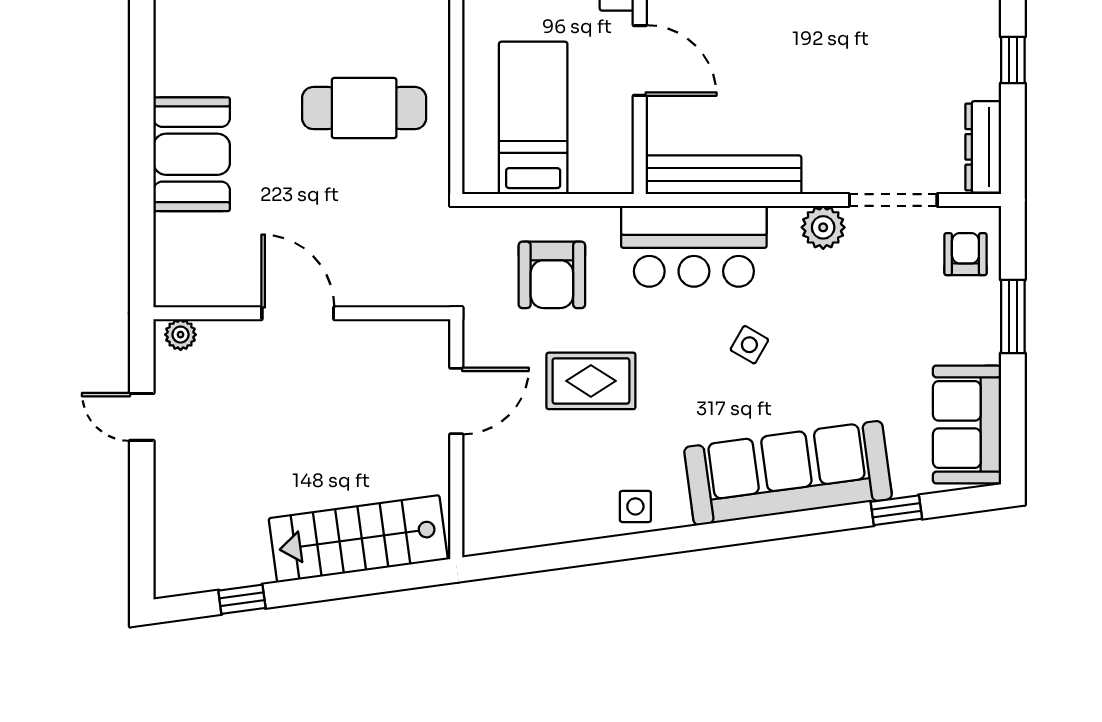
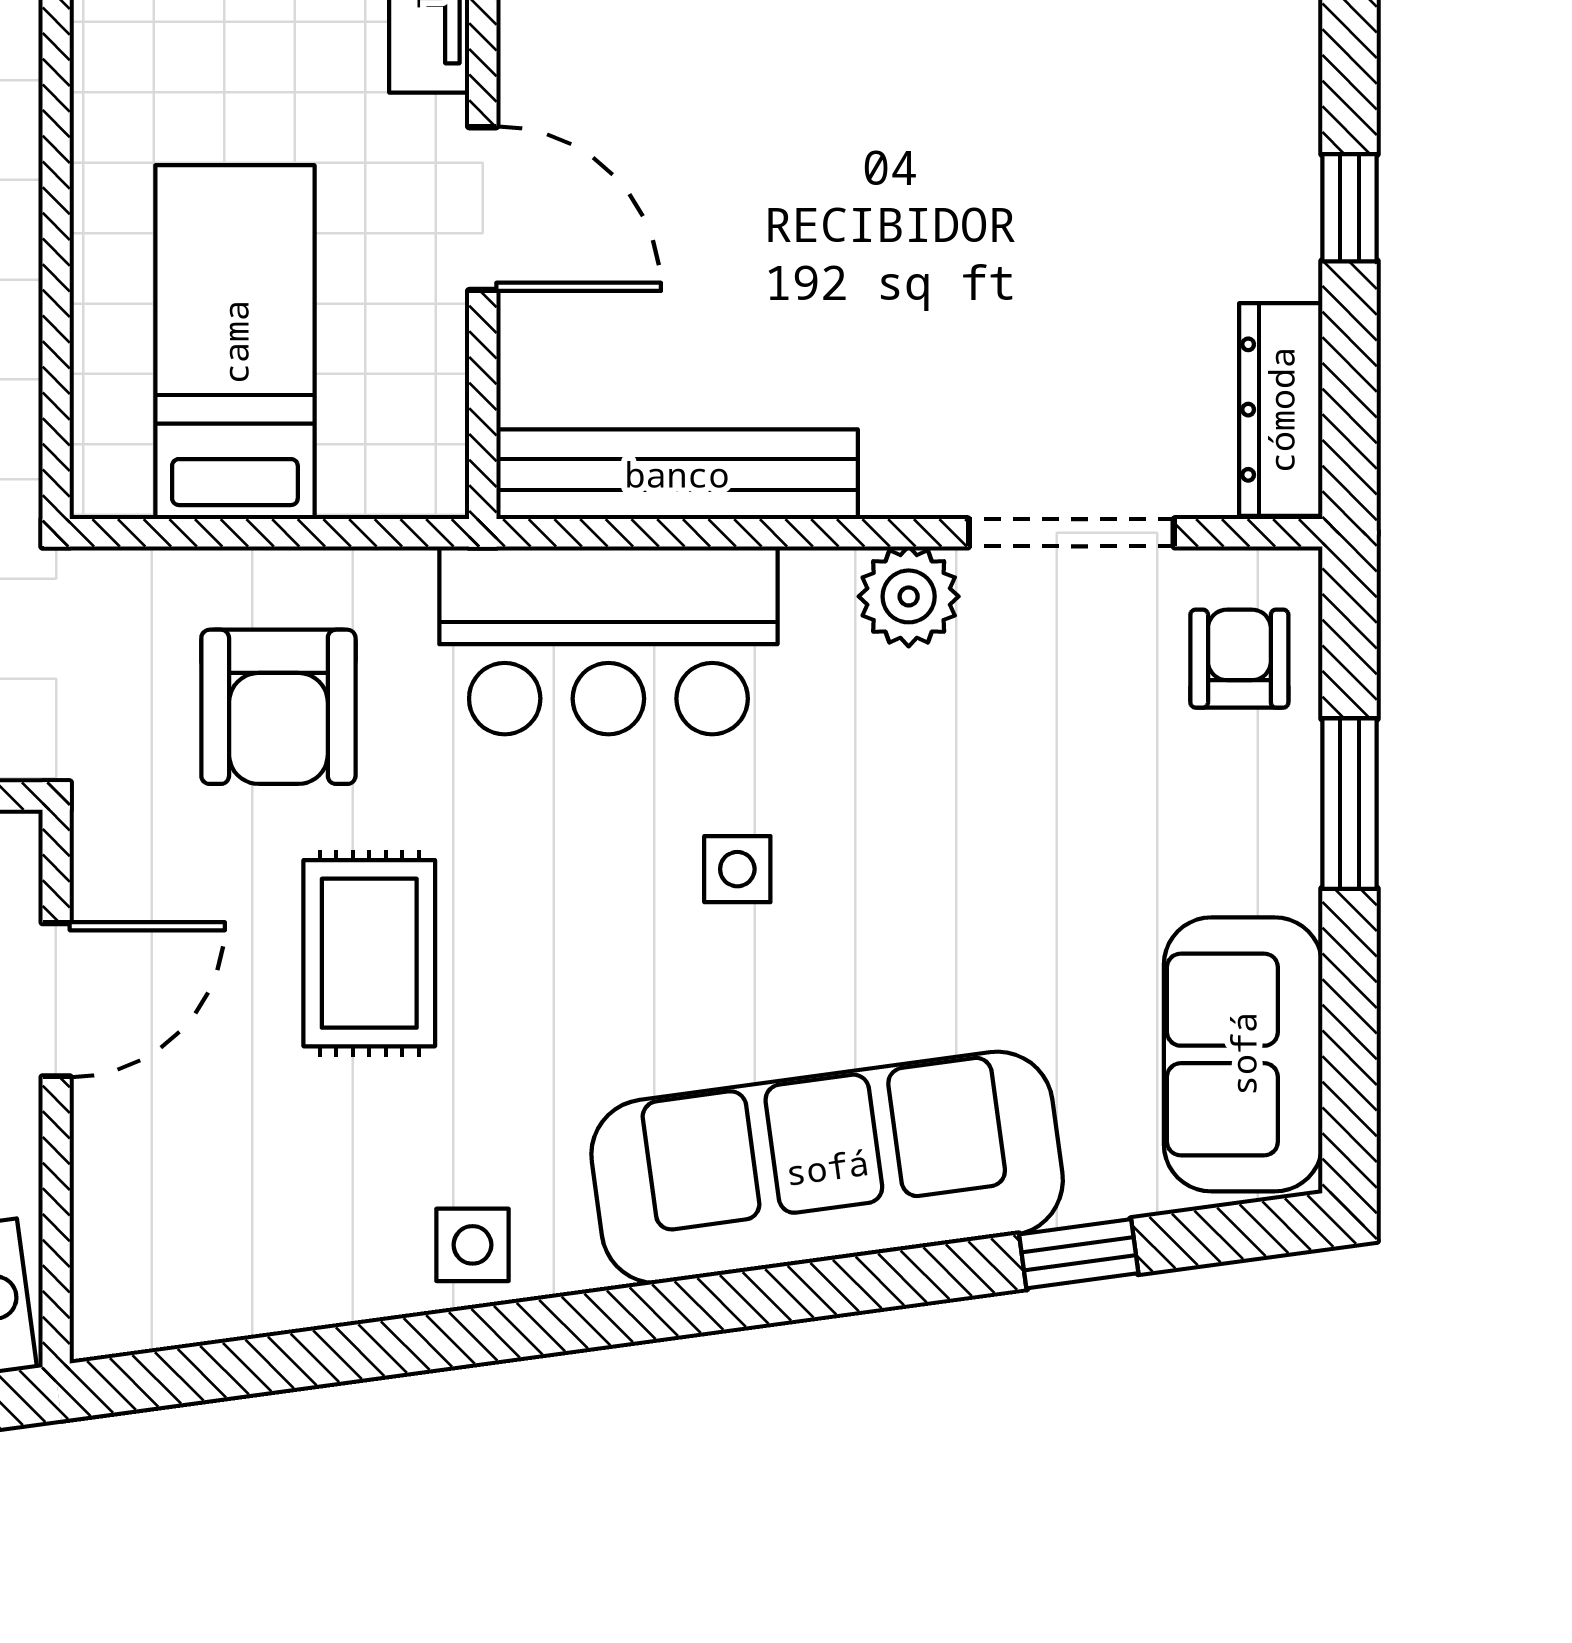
side table: (749, 345) -> (737, 869), turned -30
rug: (591, 381) -> (369, 953), turned 90

